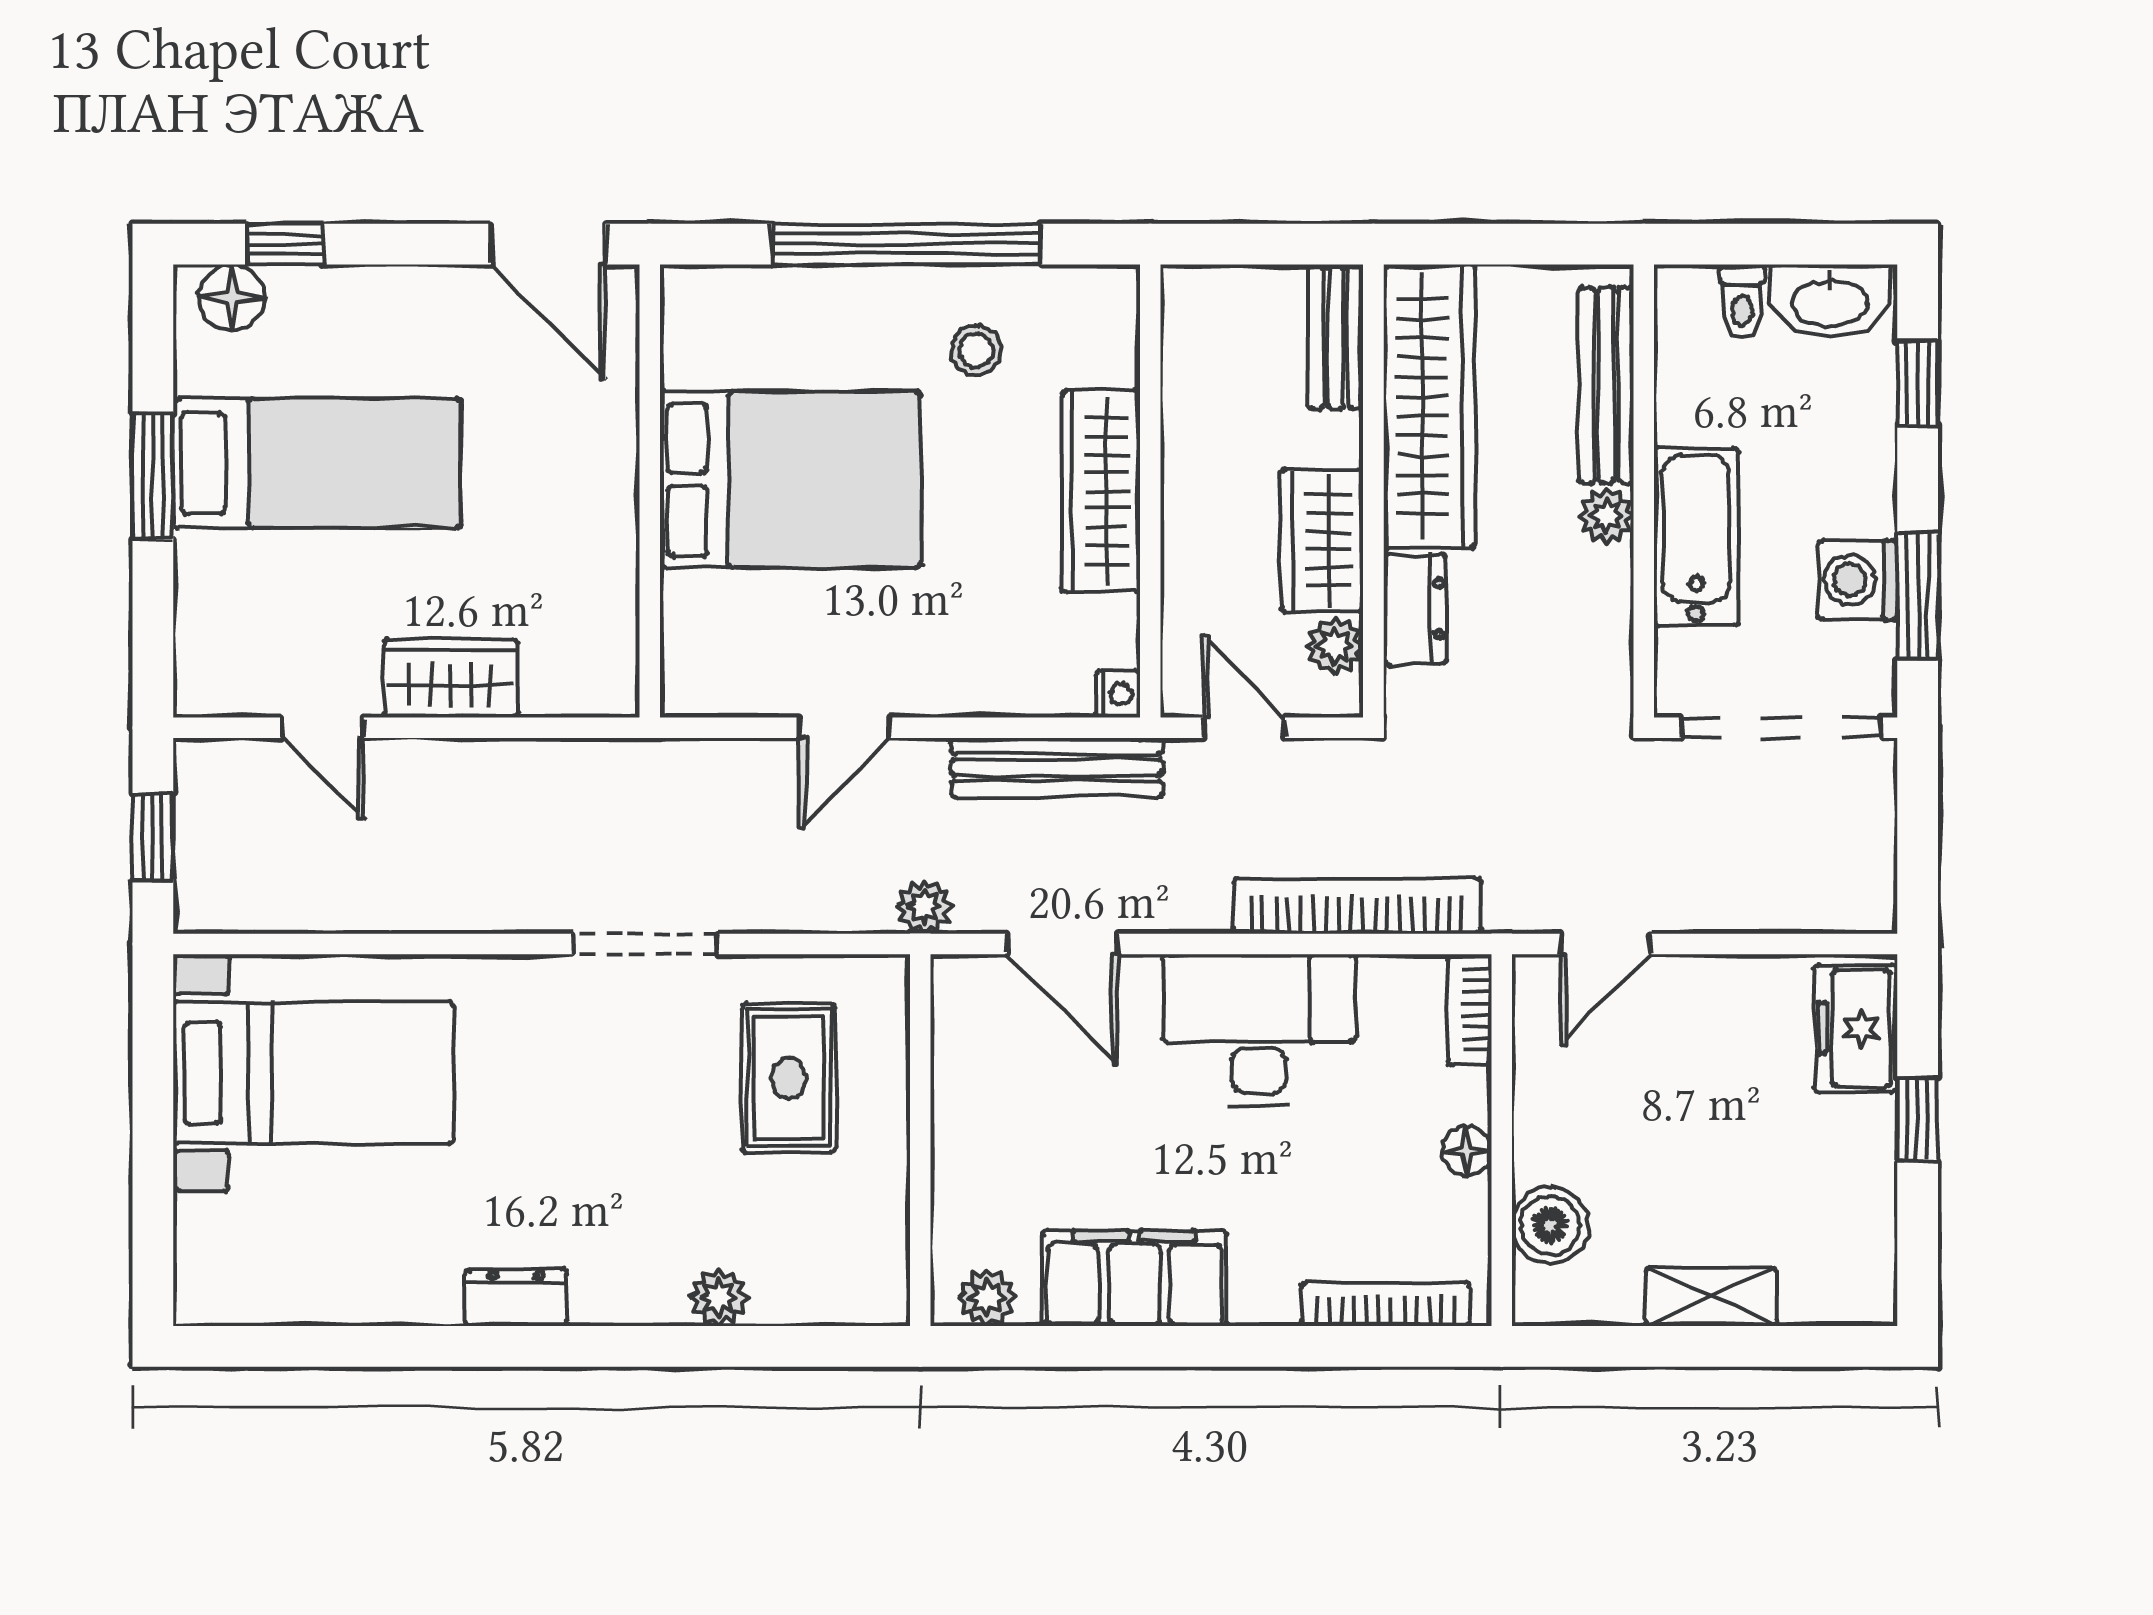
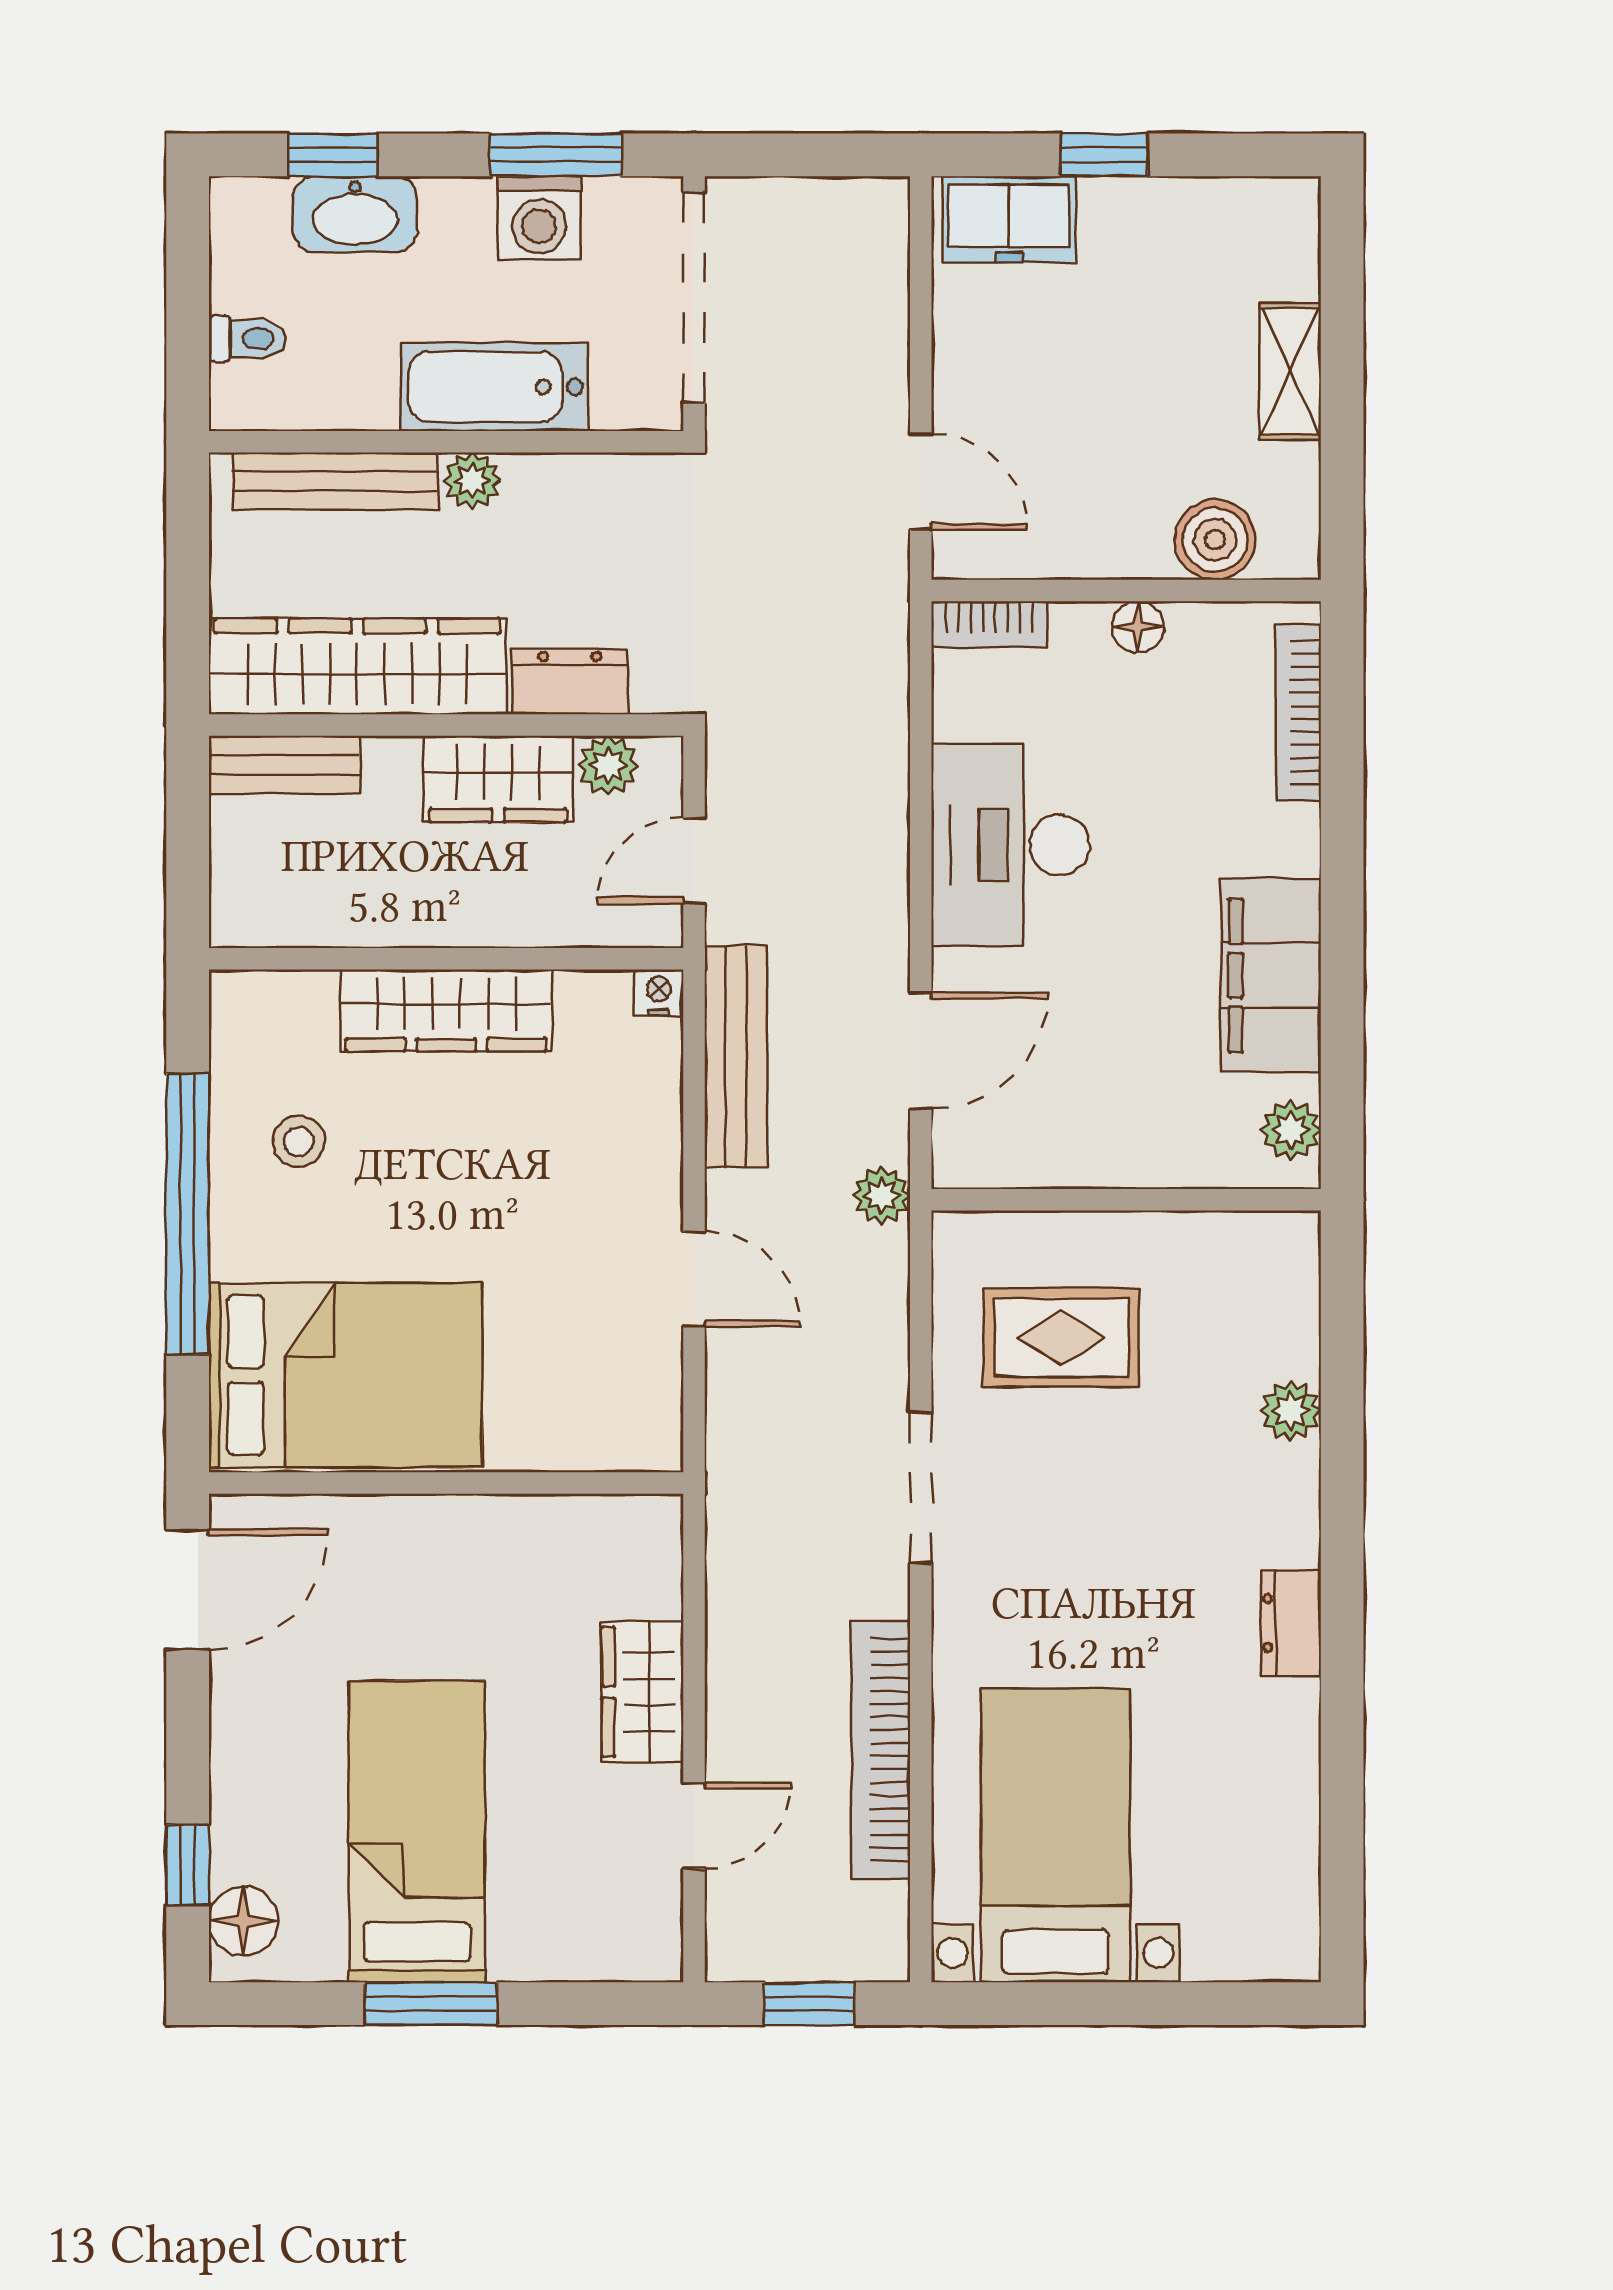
washbasin: (1830, 301) -> (355, 214), moved, turned 90
bed: (790, 479) -> (345, 1375), moved, turned 90
bookcase: (1357, 906) -> (881, 1750), moved

